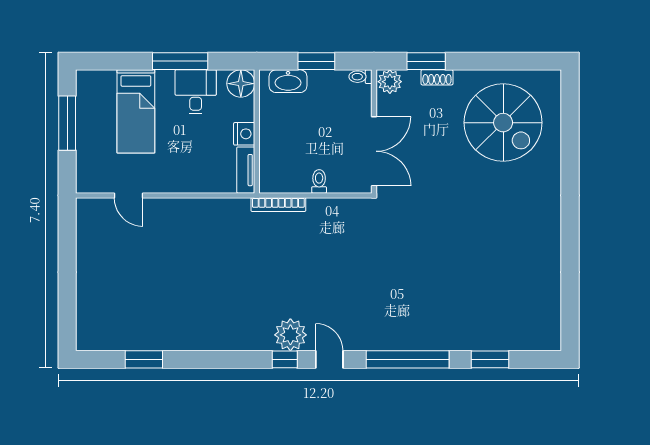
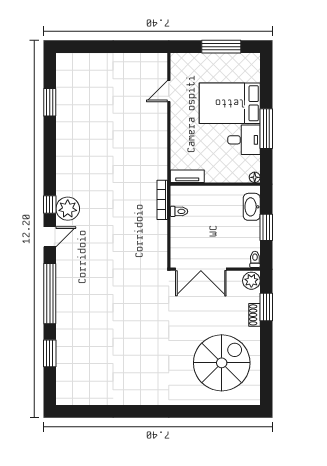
floor lamp: (241, 84) -> (255, 177), width x0.53, depth x0.53
bed: (136, 111) -> (230, 103), width x1.50
spiral stairs: (503, 123) -> (222, 363), turned 180
nightstand: (244, 134) -> (214, 175), removed
toilet: (319, 181) -> (179, 211), moved

